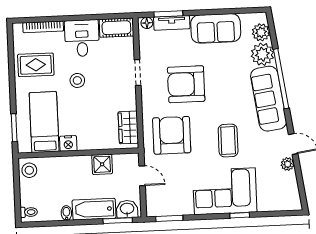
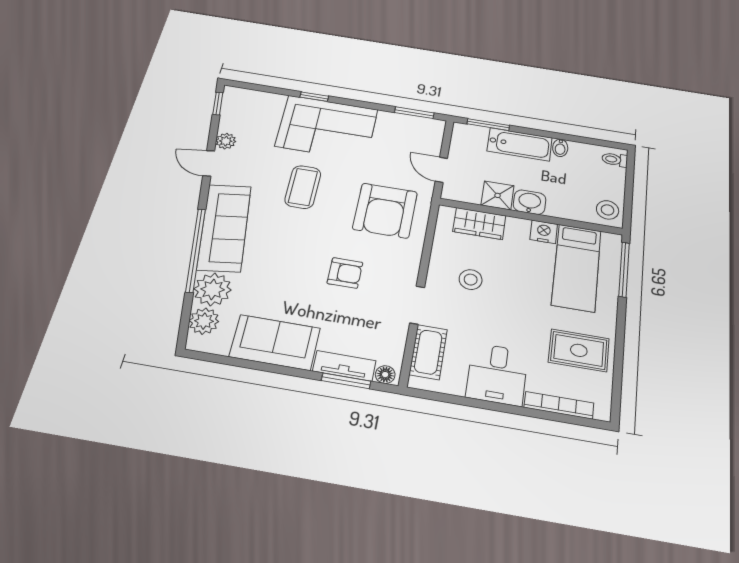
cot: (116, 28) -> (428, 352), moved, turned 90
stool: (77, 80) -> (471, 280), moved
armchair: (186, 84) -> (345, 273), width x0.53, depth x0.53
wardrobe: (128, 127) -> (479, 223), moved, turned 90
window: (14, 128) -> (624, 269), width x1.44
window: (302, 193) -> (218, 103), added
washbasin: (127, 209) -> (530, 202), moved, turned 180

